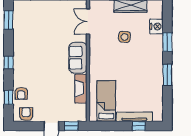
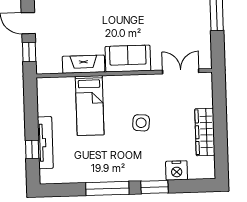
side table: (124, 37) -> (141, 123), moved
window: (167, 75) -> (107, 188), width x1.44
bed: (106, 101) -> (90, 105), moved, turned 90

